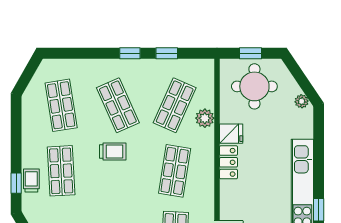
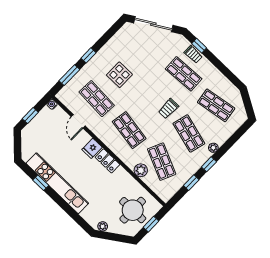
plant: (108, 65) -> (213, 148), added
shop shelf: (118, 105) -> (189, 133), turned 39
fridge: (231, 134) -> (92, 148), moved

